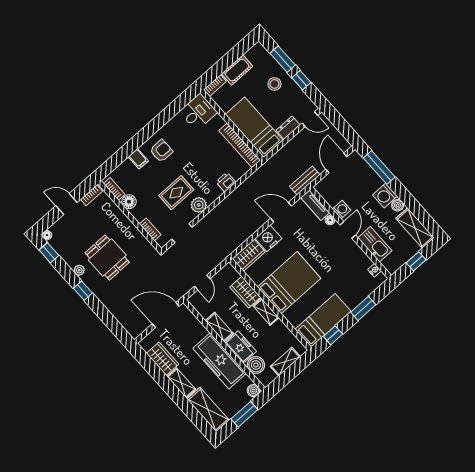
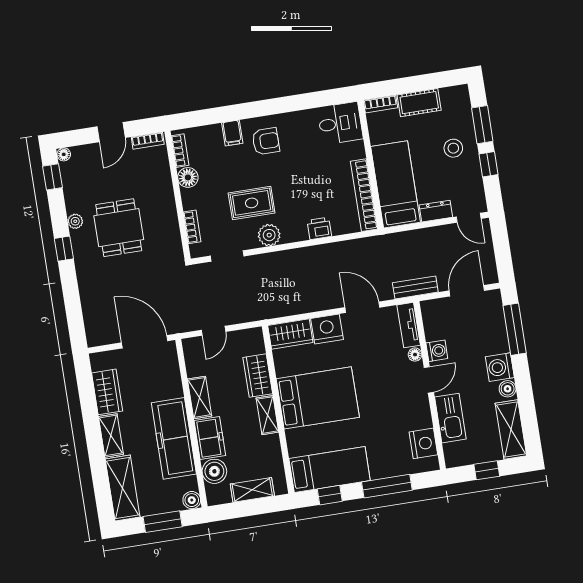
door: (67, 204) -> (111, 132), swing flipped
nightstand: (374, 270) -> (423, 443), width x1.89, depth x1.79
window: (363, 308) -> (387, 486), width x1.44

